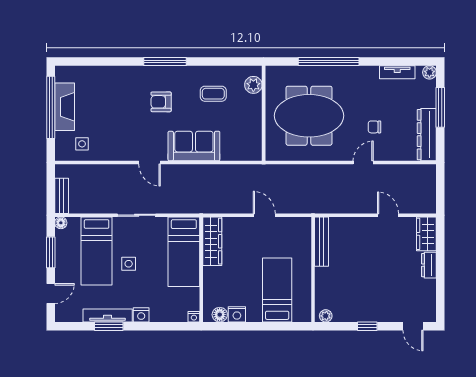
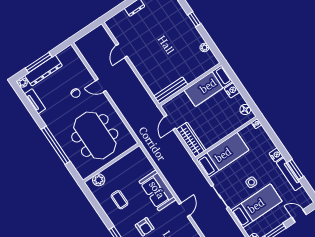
dresser: (427, 135) -> (43, 71), moved
wardrobe: (426, 234) -> (117, 21), removed
wardrobe: (212, 241) -> (191, 140), moved, turned 90
bench: (322, 242) -> (171, 90), moved
wall: (313, 269) -> (190, 84), moved
nightstand: (237, 314) -> (232, 90), moved

